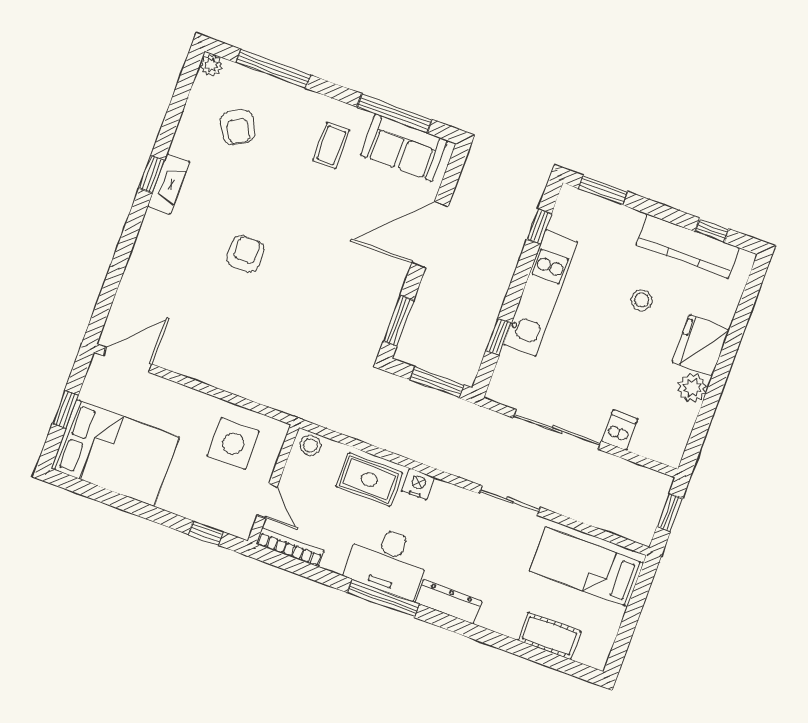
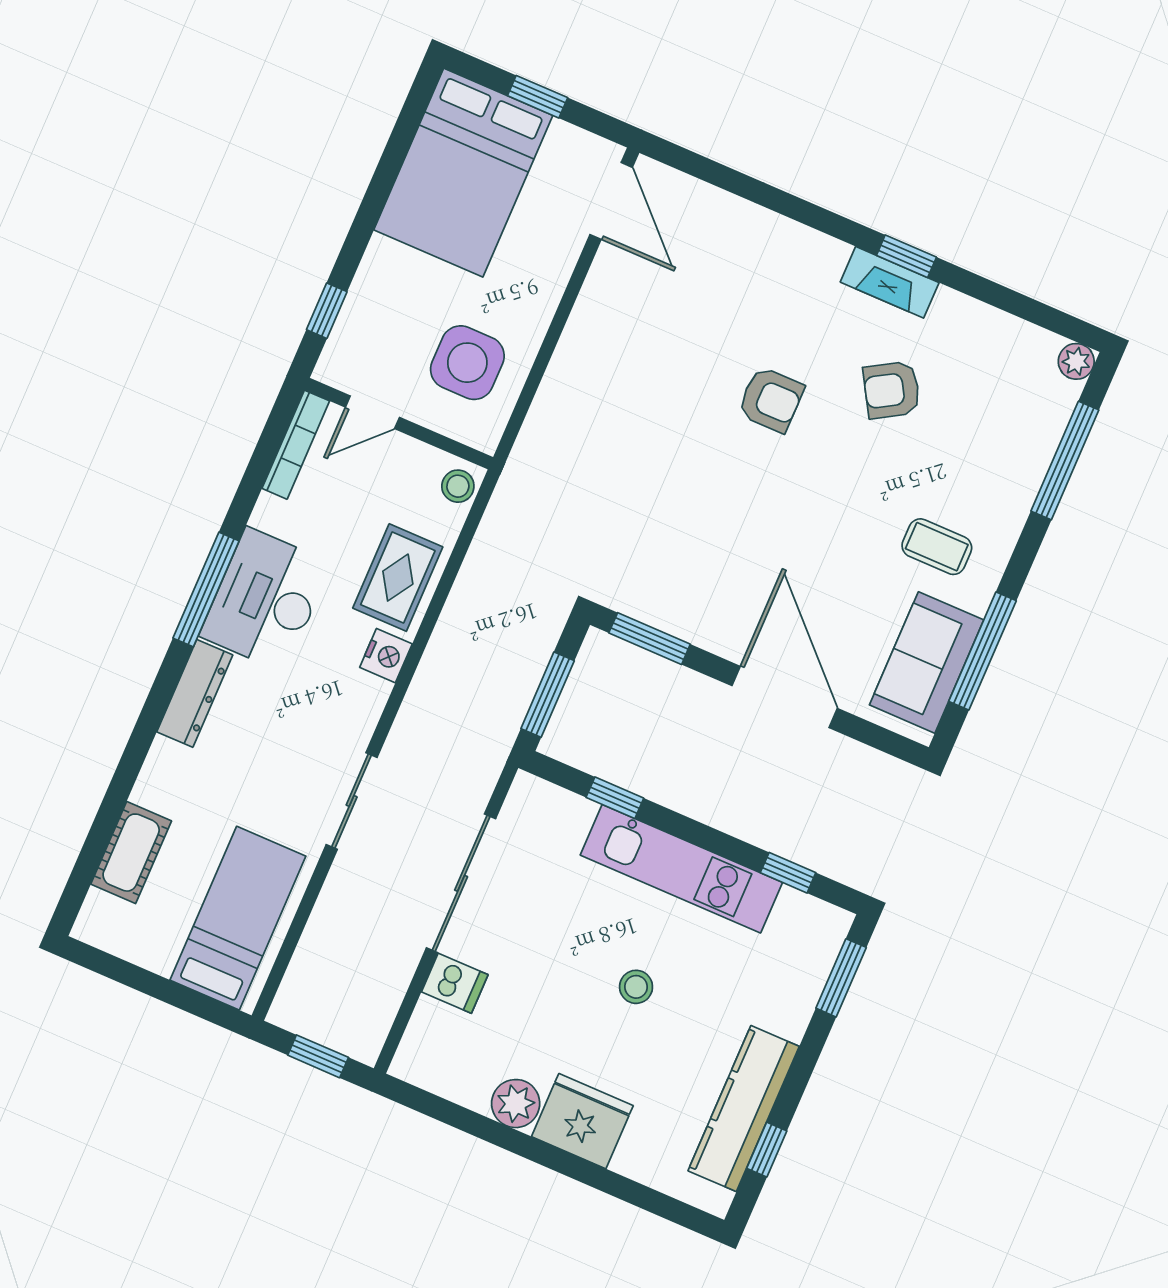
armchair: (238, 127) -> (892, 390), moved
stool: (642, 300) -> (636, 987), moved

